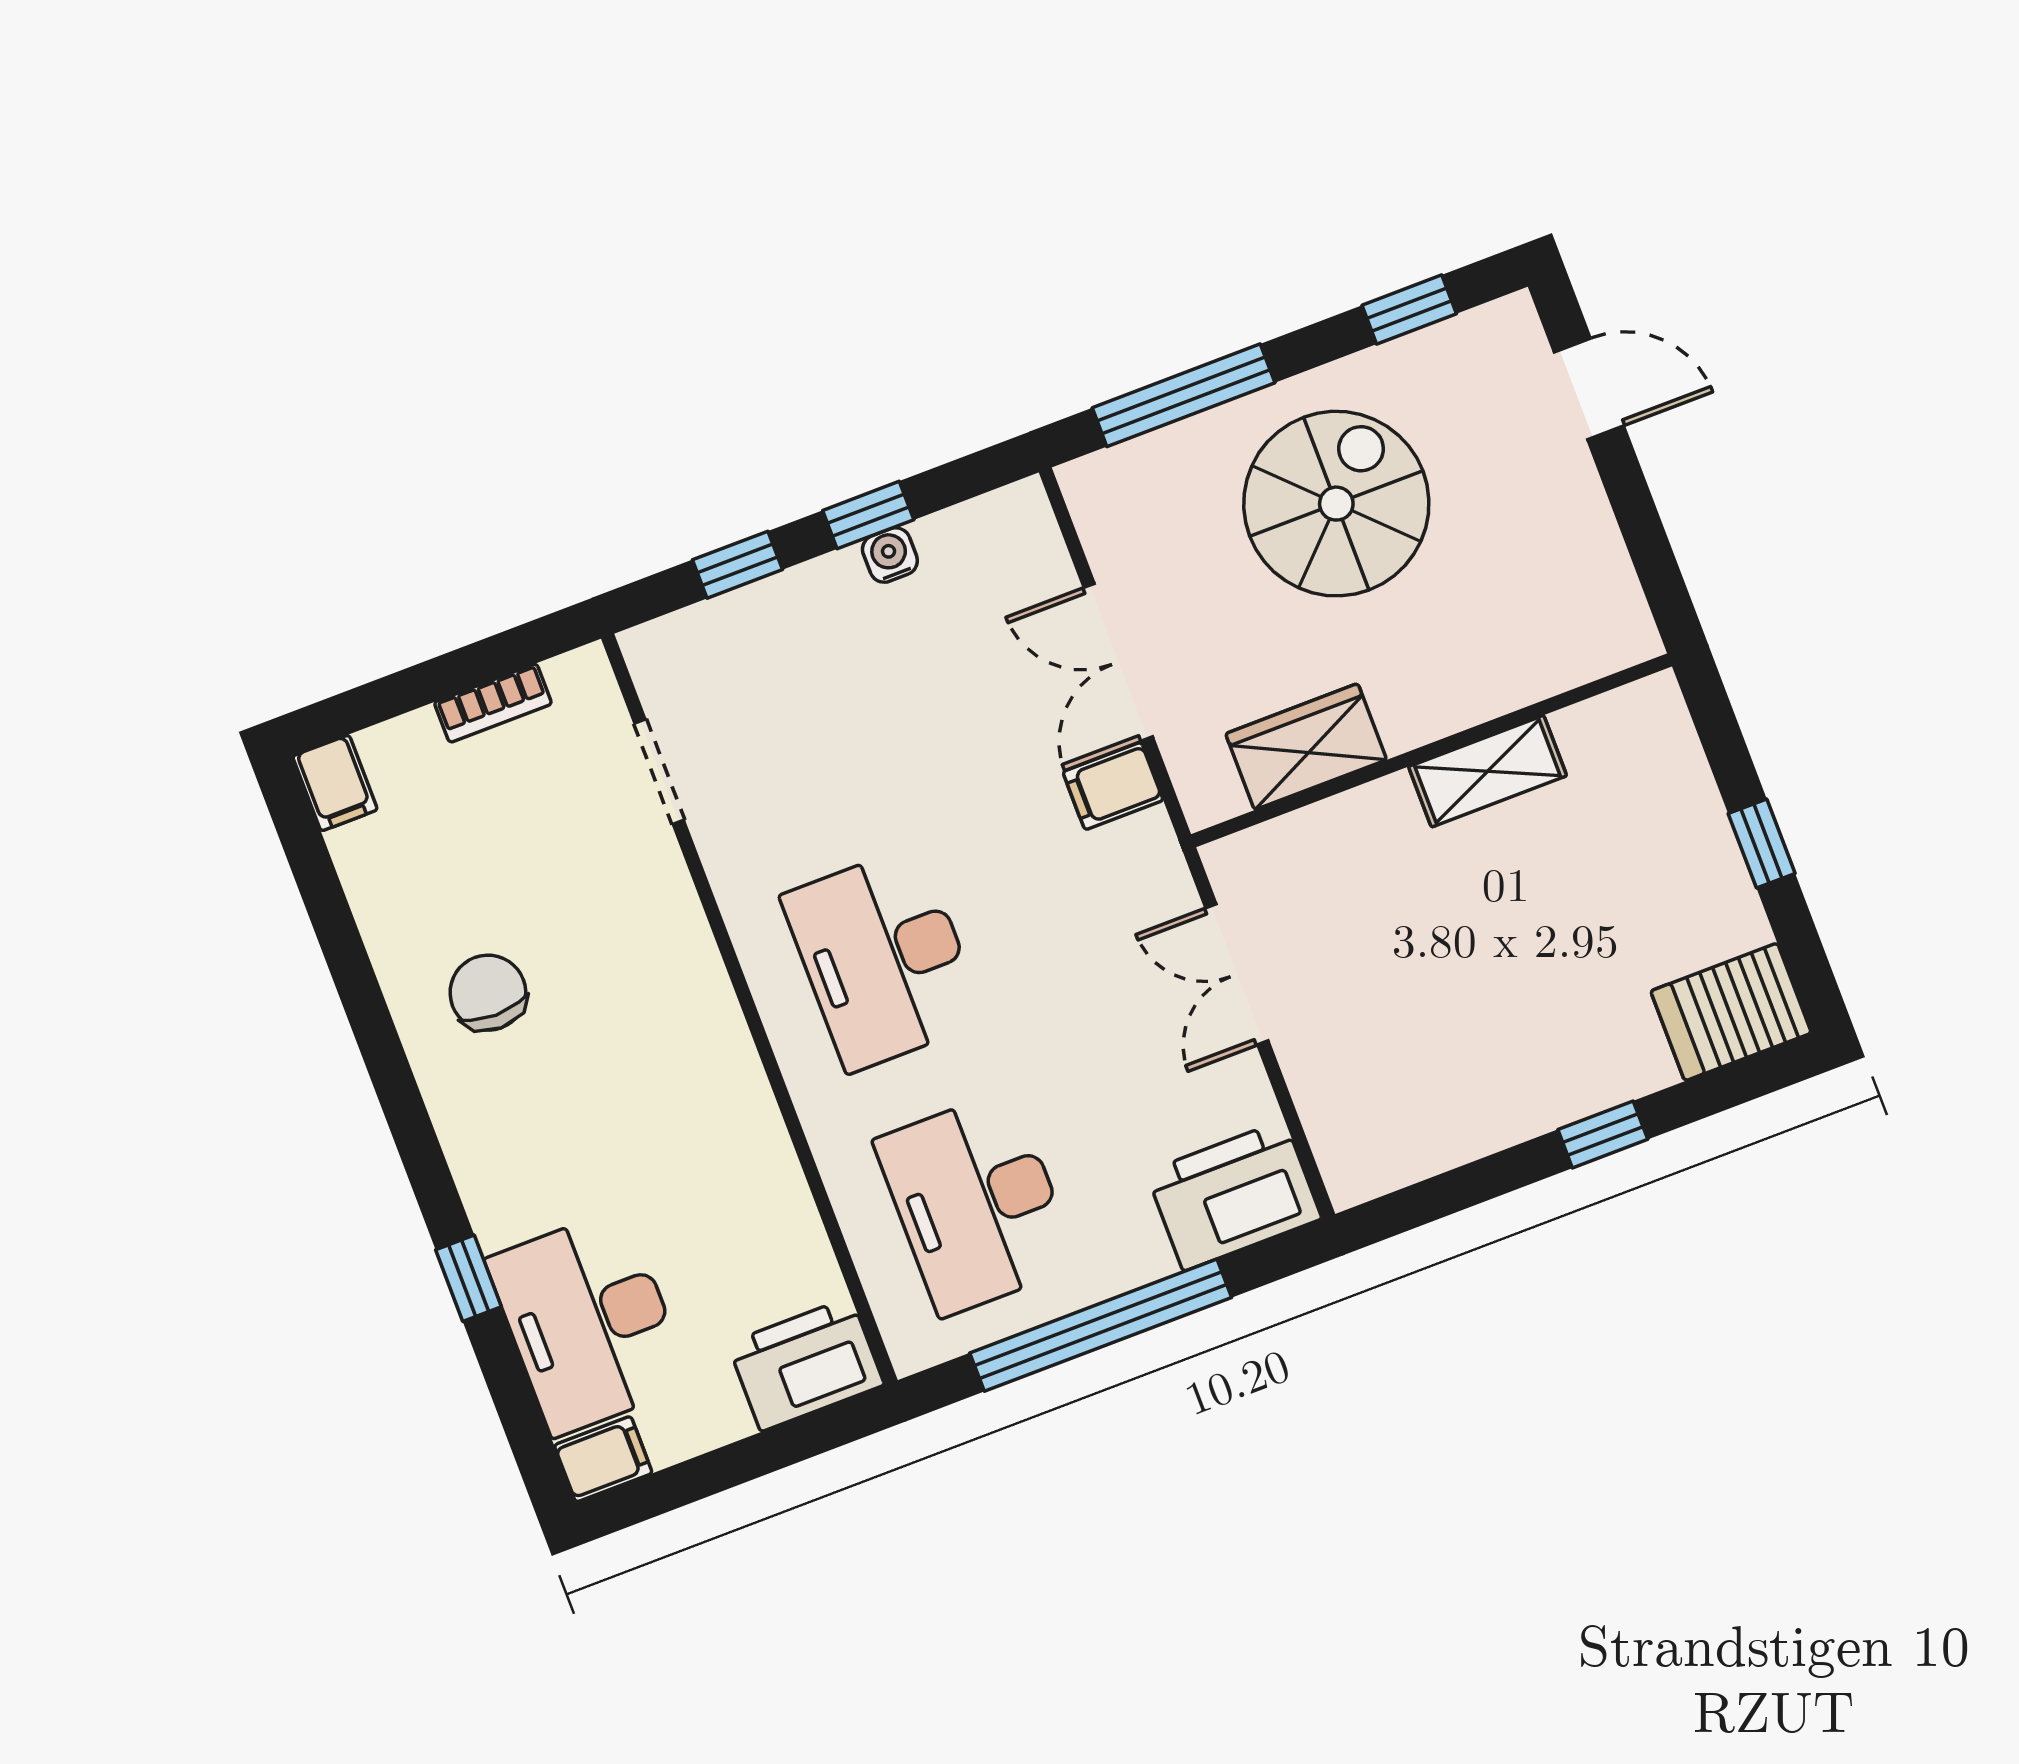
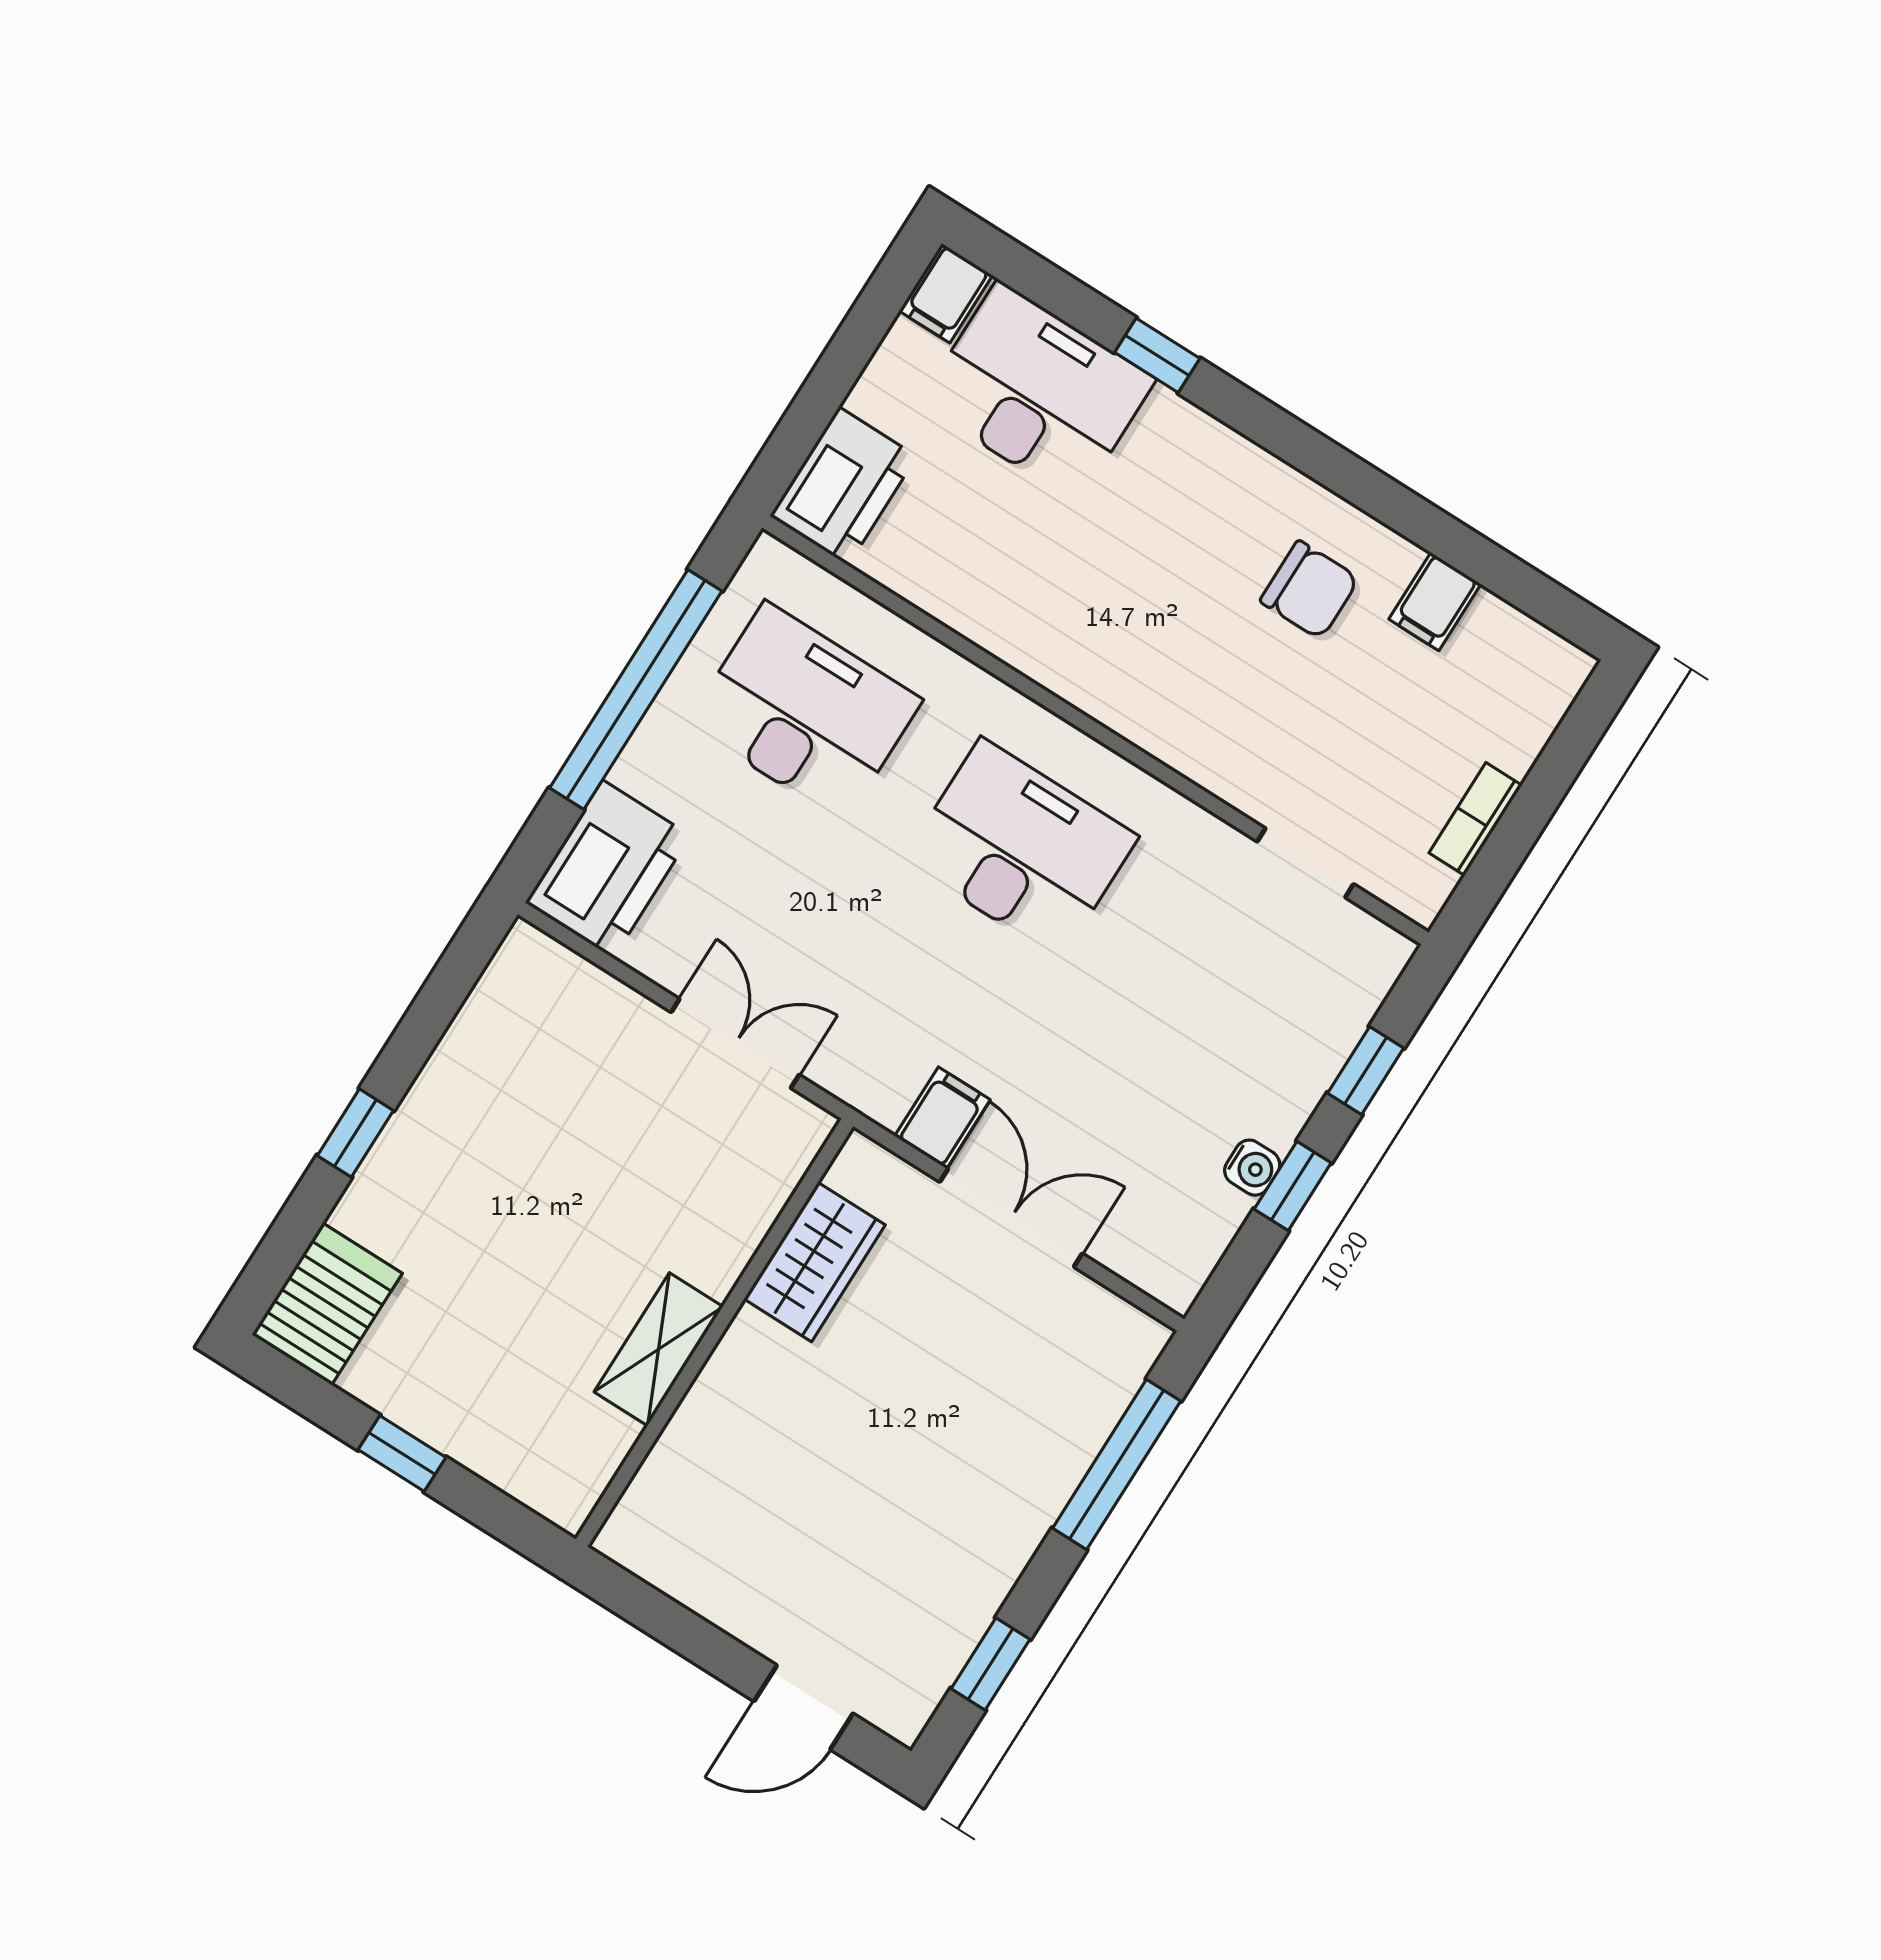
spiral stairs: (1336, 504) -> (934, 1470), removed
filing cabinet: (335, 783) -> (1435, 602), moved, turned -90

